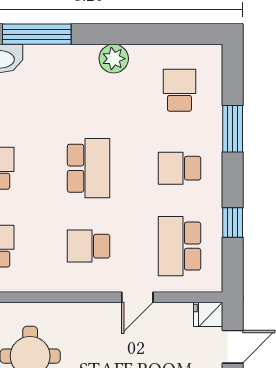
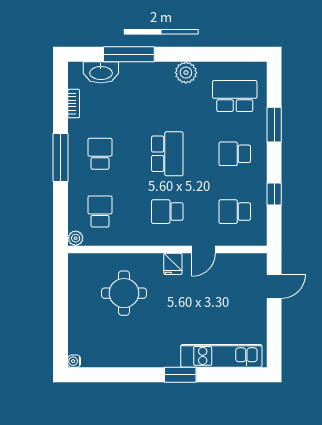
school desk: (179, 90) -> (235, 96), width x1.85
school desk: (179, 246) -> (235, 212), width x0.54
fridge: (208, 314) -> (173, 264), moved, turned -90

